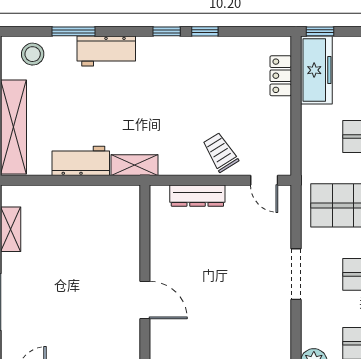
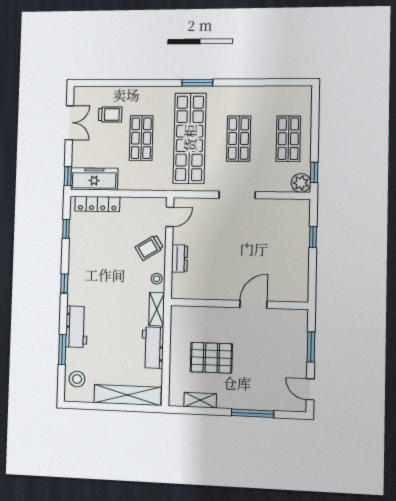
window: (205, 31) -> (66, 229), moved
locker: (281, 76) -> (97, 204), width x1.53
stool: (177, 164) -> (157, 279), added
dresser: (197, 196) -> (180, 259), width x0.70
pallet: (70, 243) -> (211, 358), added

